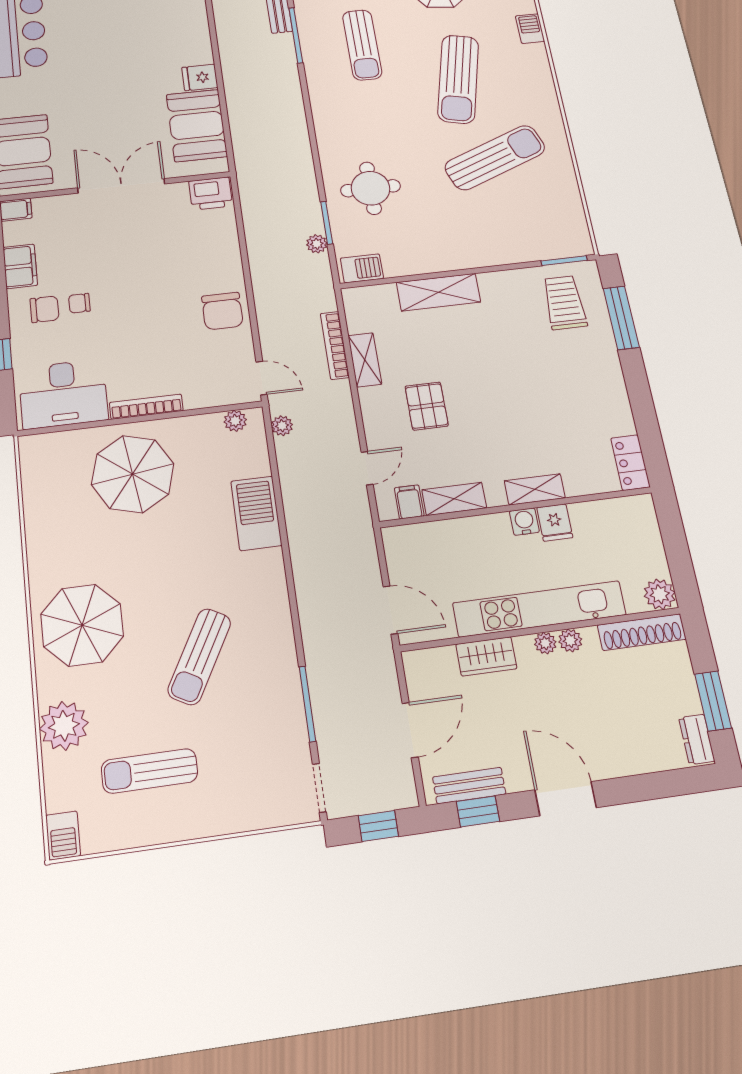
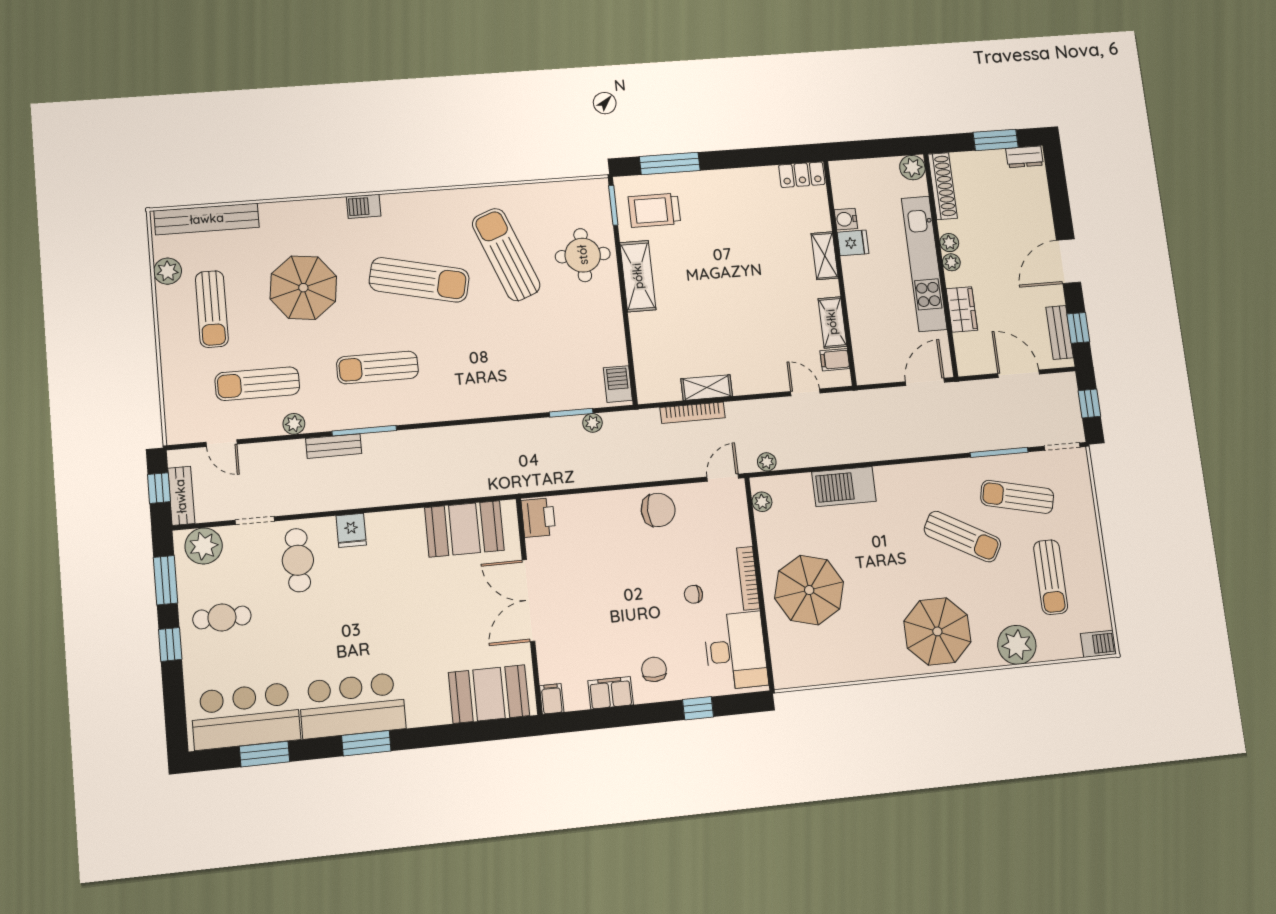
sun lounger: (362, 45) -> (377, 368), turned 180
fridge: (200, 77) -> (351, 530), moved
round table: (371, 188) -> (583, 255), moved
shelving: (438, 292) -> (638, 276), moved
chair: (79, 303) -> (693, 594), moved, turned 90
pallet: (427, 406) -> (750, 338), removed
water cooler: (524, 522) -> (846, 219), moved
sun lounger: (251, 727) -> (1017, 497), added

